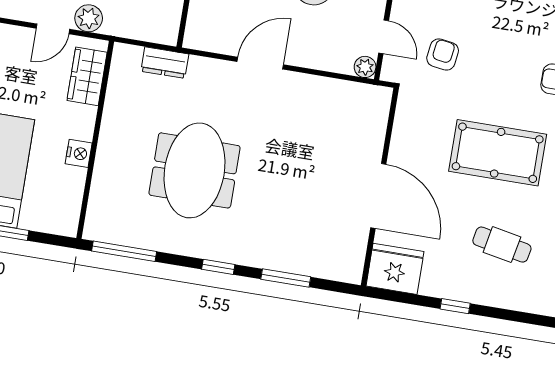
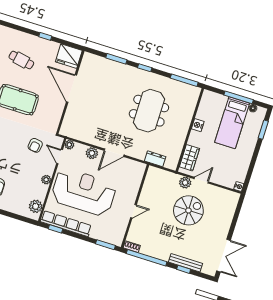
plant: (311, 55) -> (92, 153), added

